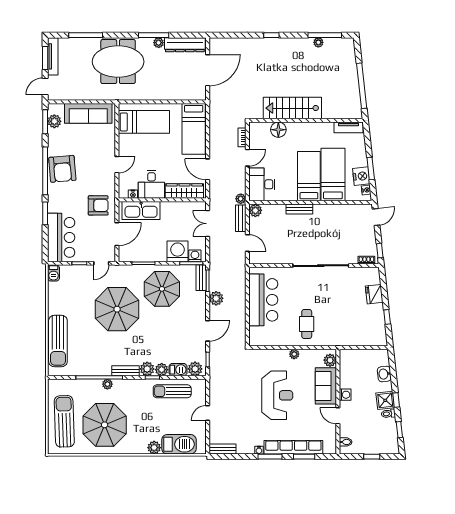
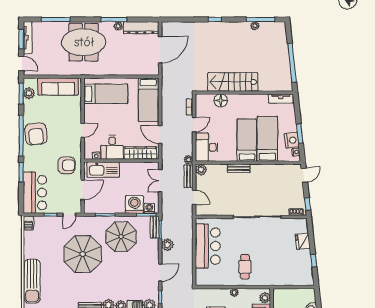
door: (45, 86) -> (21, 63), swing flipped

